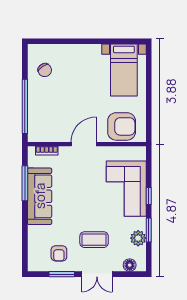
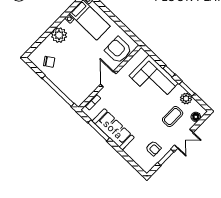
plant: (80, 55) -> (59, 35), added
armchair: (122, 126) -> (118, 50), turned -90
coffee table: (94, 240) -> (173, 117), moved

